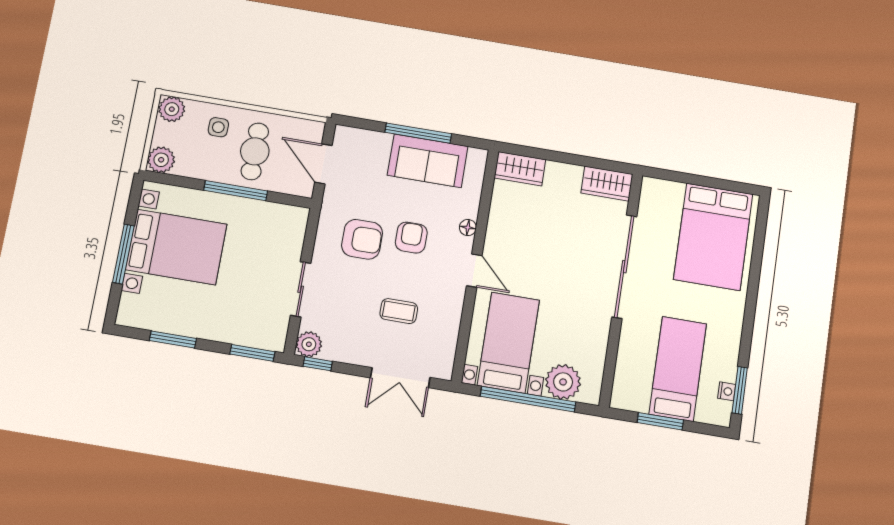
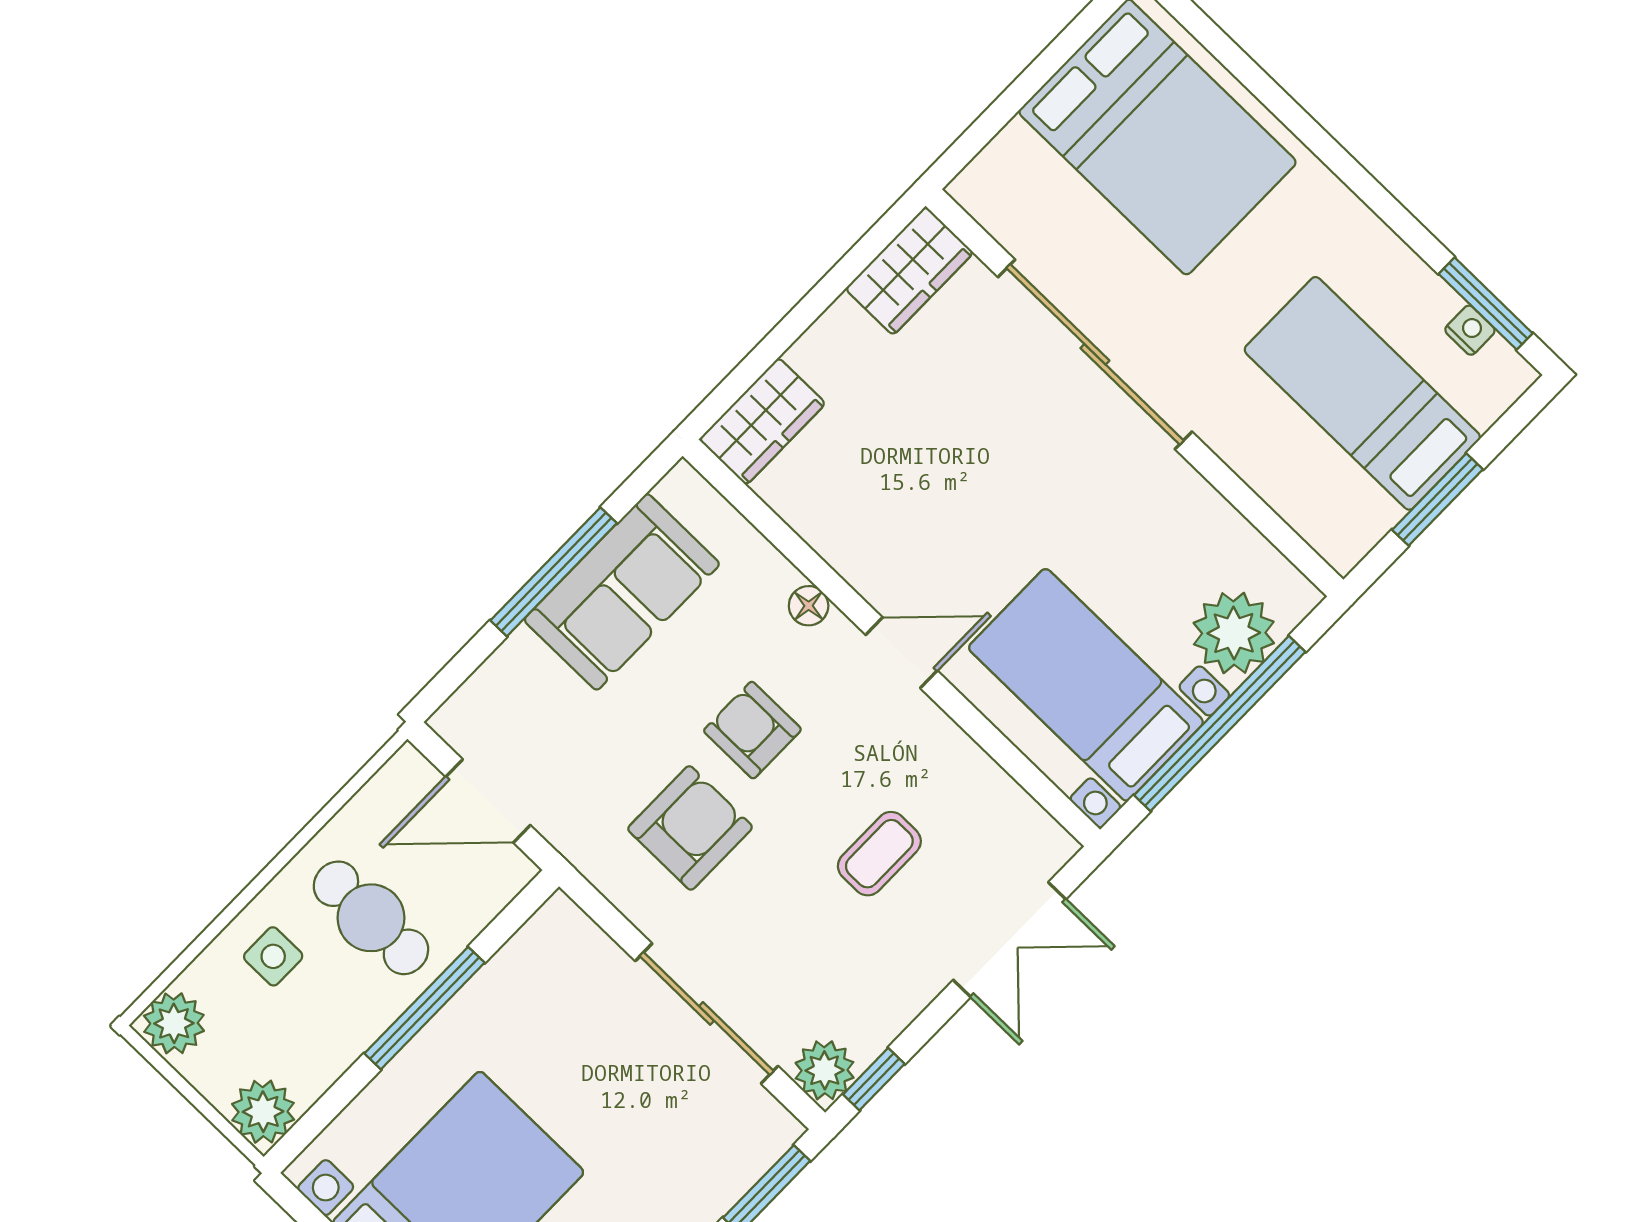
sliding door: (301, 289) -> (707, 1013), width x1.37

